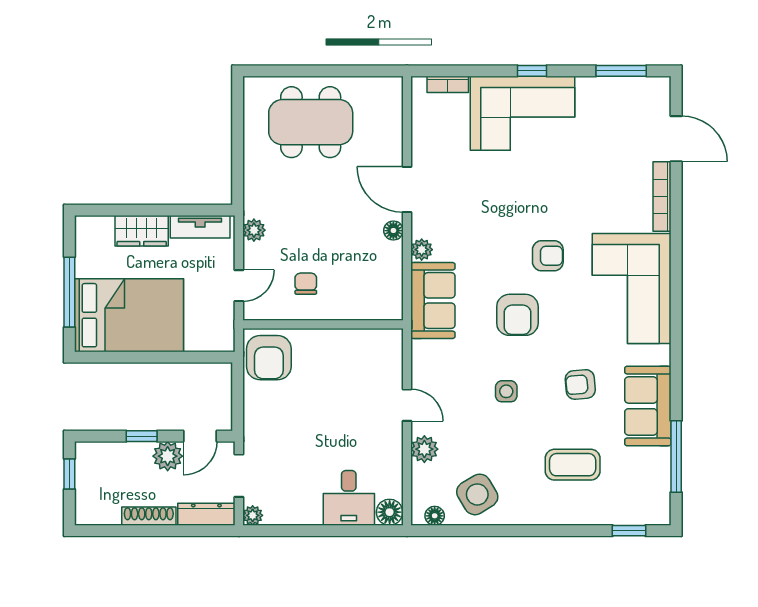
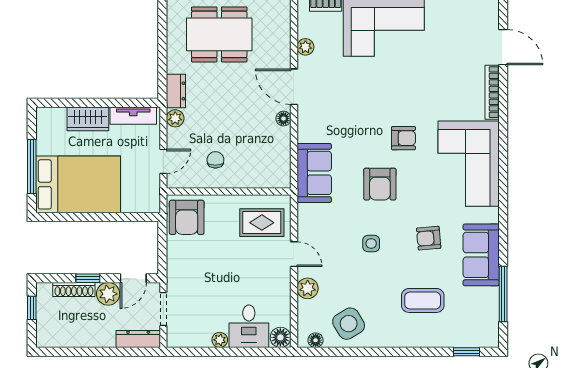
dresser: (255, 195) -> (176, 91), added
plant: (422, 250) -> (305, 47), moved
rug: (365, 364) -> (262, 223), added
plant: (253, 515) -> (220, 340), moved
shoe rack: (149, 516) -> (74, 289), moved, turned 180

